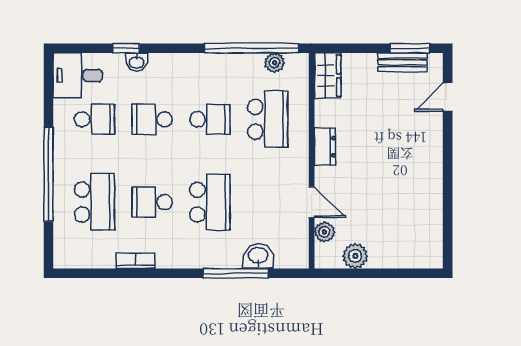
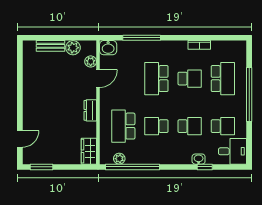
bench: (403, 62) -> (51, 46), moved
school desk: (94, 119) -> (223, 126), turned 180
school desk: (94, 202) -> (223, 79), turned 180
door: (312, 202) -> (98, 79), swing flipped
washbasin: (258, 256) -> (108, 48), moved

